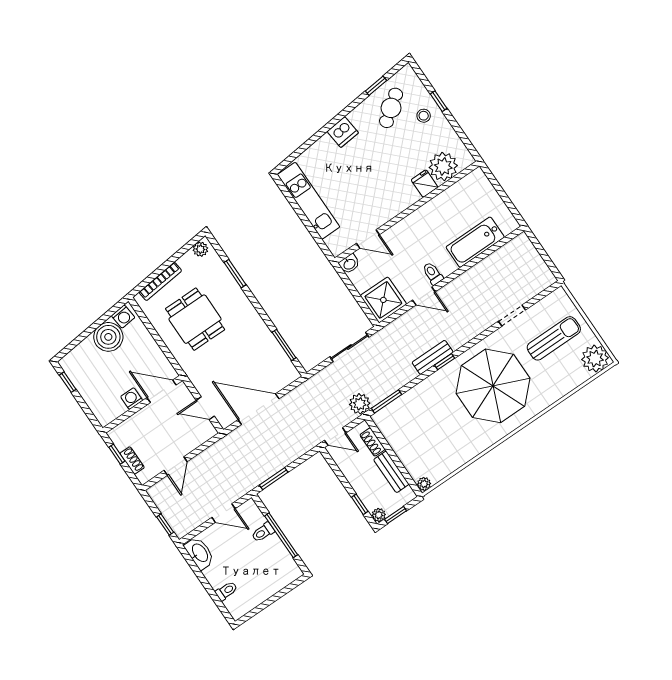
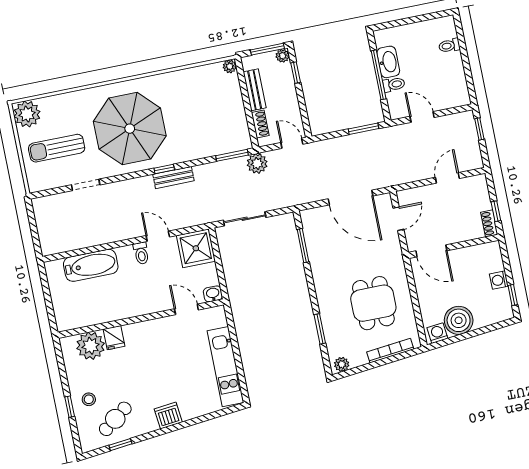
washing machine: (132, 399) -> (499, 280), moved, turned 90
door: (205, 408) -> (398, 219), hinge flipped
shoe rack: (132, 460) -> (489, 223), moved
window: (396, 515) -> (267, 49), width x1.50
washbasin: (200, 553) -> (388, 62), moved, turned 180

